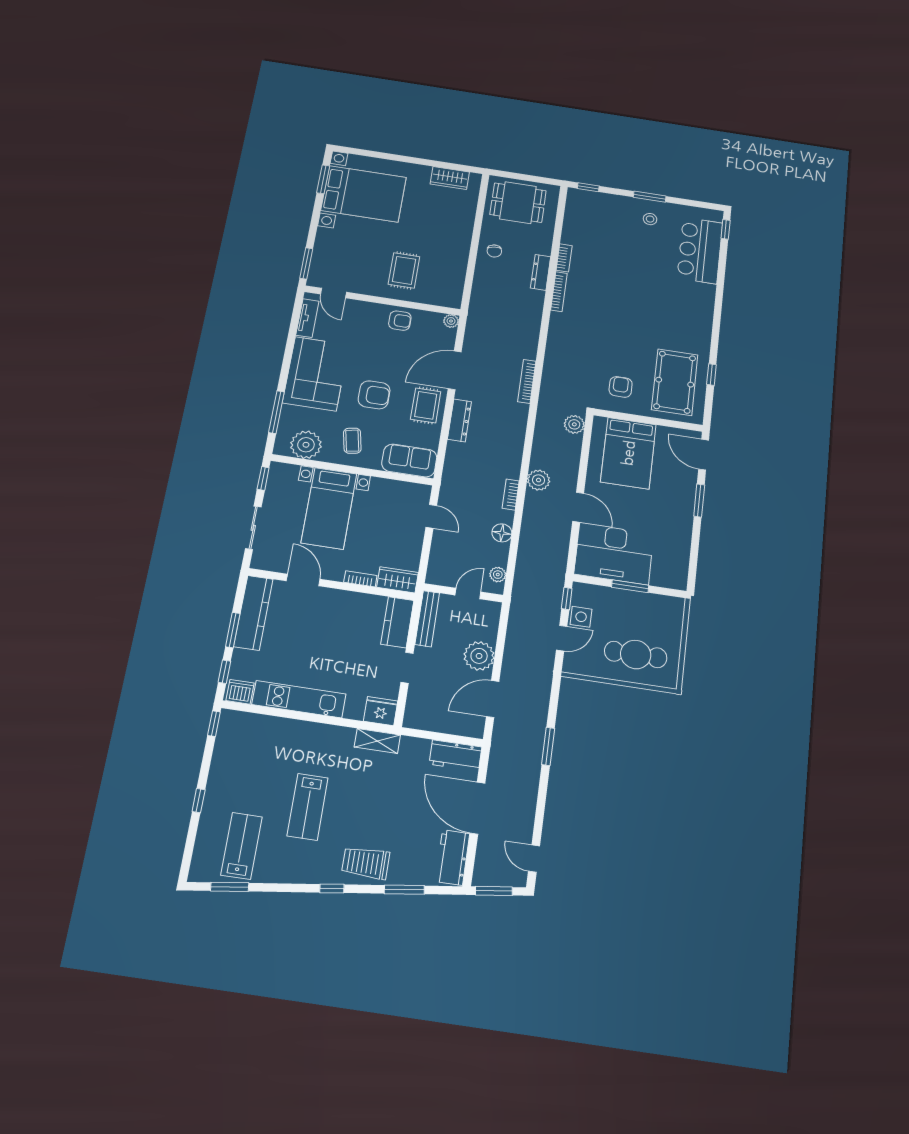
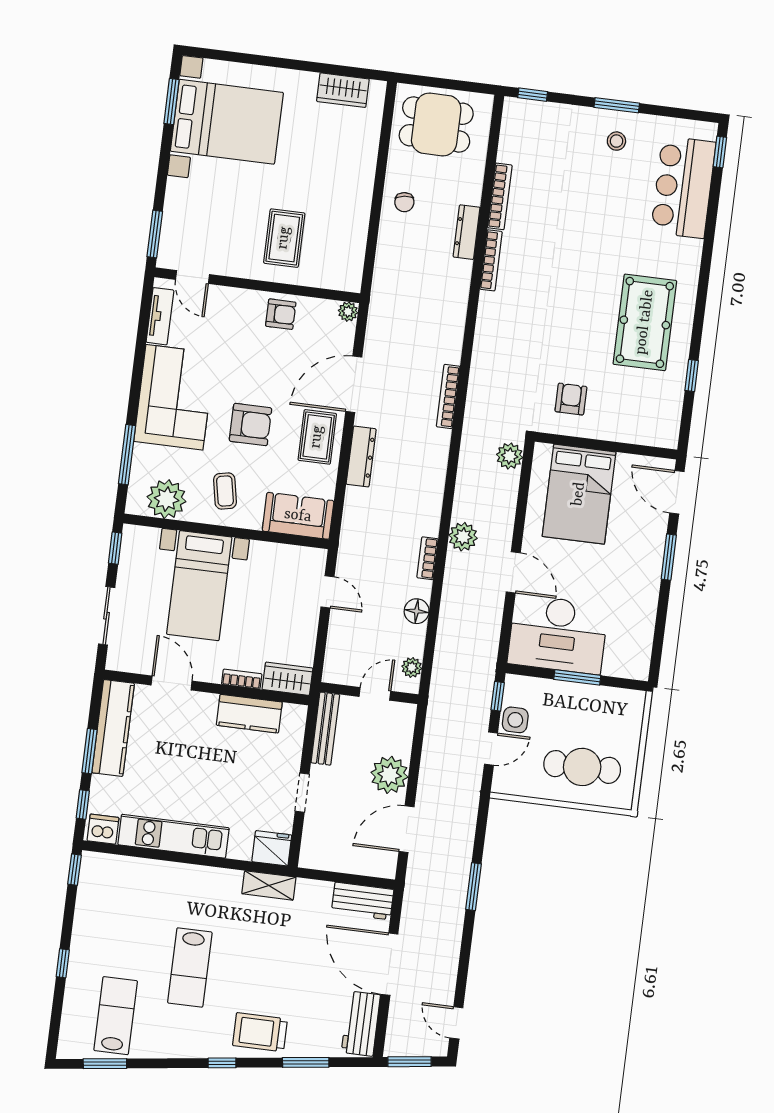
bookcase: (564, 258) -> (500, 196), width x1.56
pool table: (675, 382) -> (645, 322), moved
kitchen counter: (397, 622) -> (249, 714), moved, turned -90

